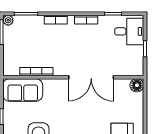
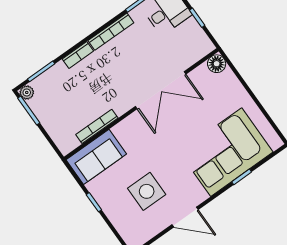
bookcase: (86, 20) -> (111, 32), width x1.56

